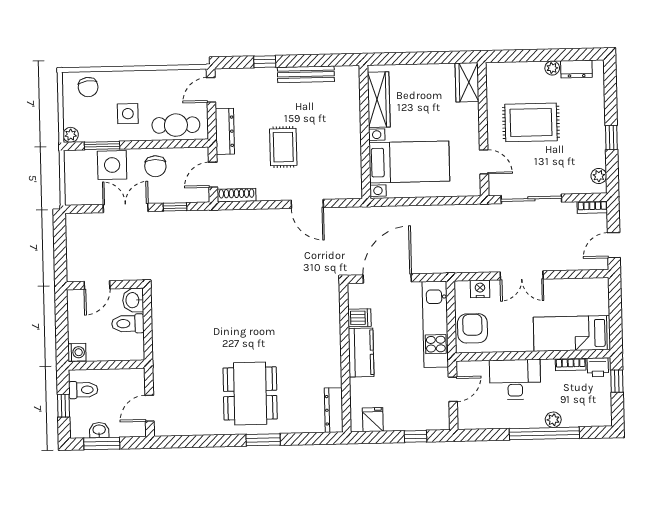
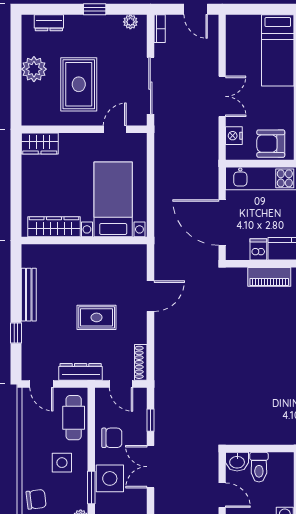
plant: (552, 68) -> (34, 69), width x1.88, depth x1.88
dresser: (576, 69) -> (49, 23), moved, turned 90
piano: (331, 330) -> (269, 277), added

